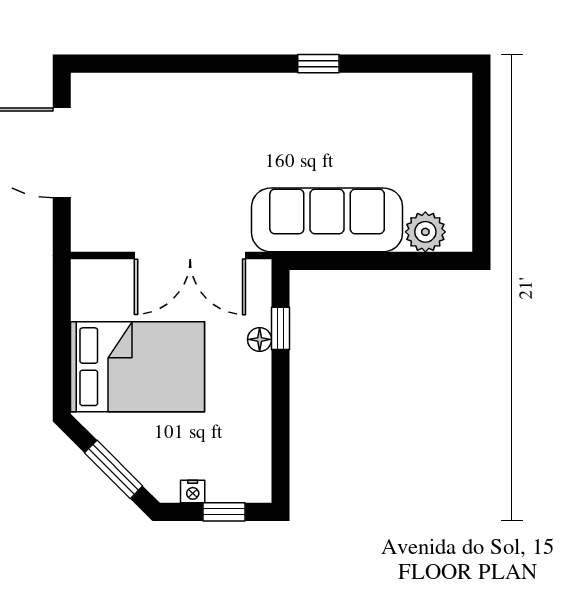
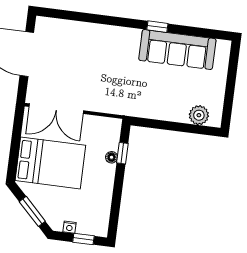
sofa: (327, 220) -> (177, 50), moved, turned 180
double door: (190, 255) -> (56, 109), moved

